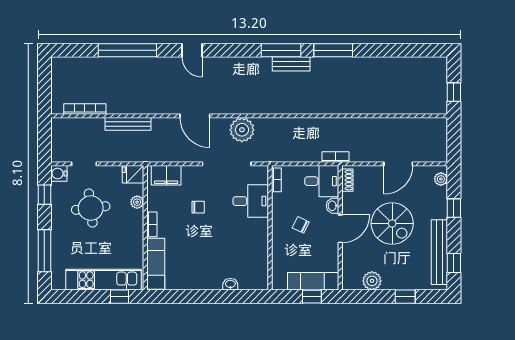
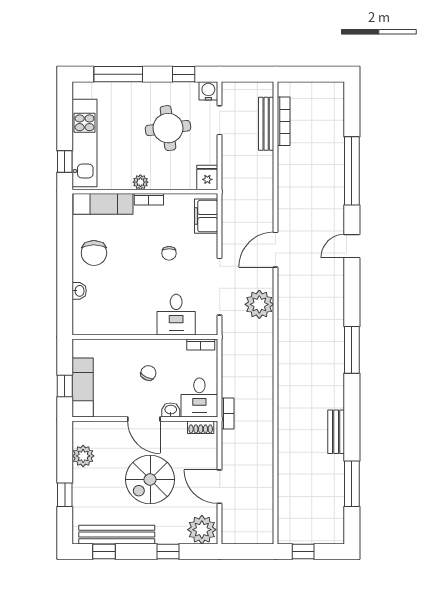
window: (333, 50) -> (352, 484), moved
bench: (291, 64) -> (336, 432), moved
bench: (128, 124) -> (266, 124), moved
plant: (441, 179) -> (202, 530), width x1.87, depth x1.87
plant: (137, 202) -> (140, 182), moved
chair: (198, 272) -> (94, 253), added

